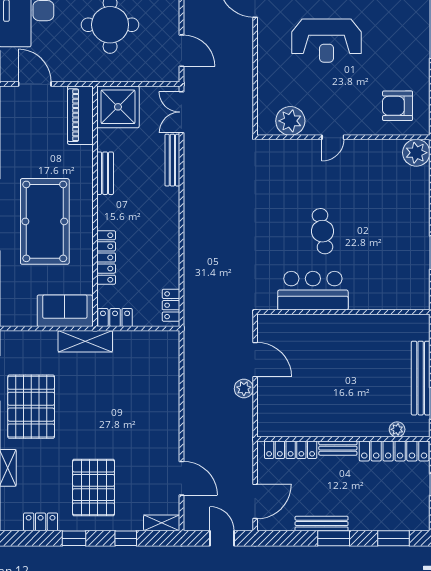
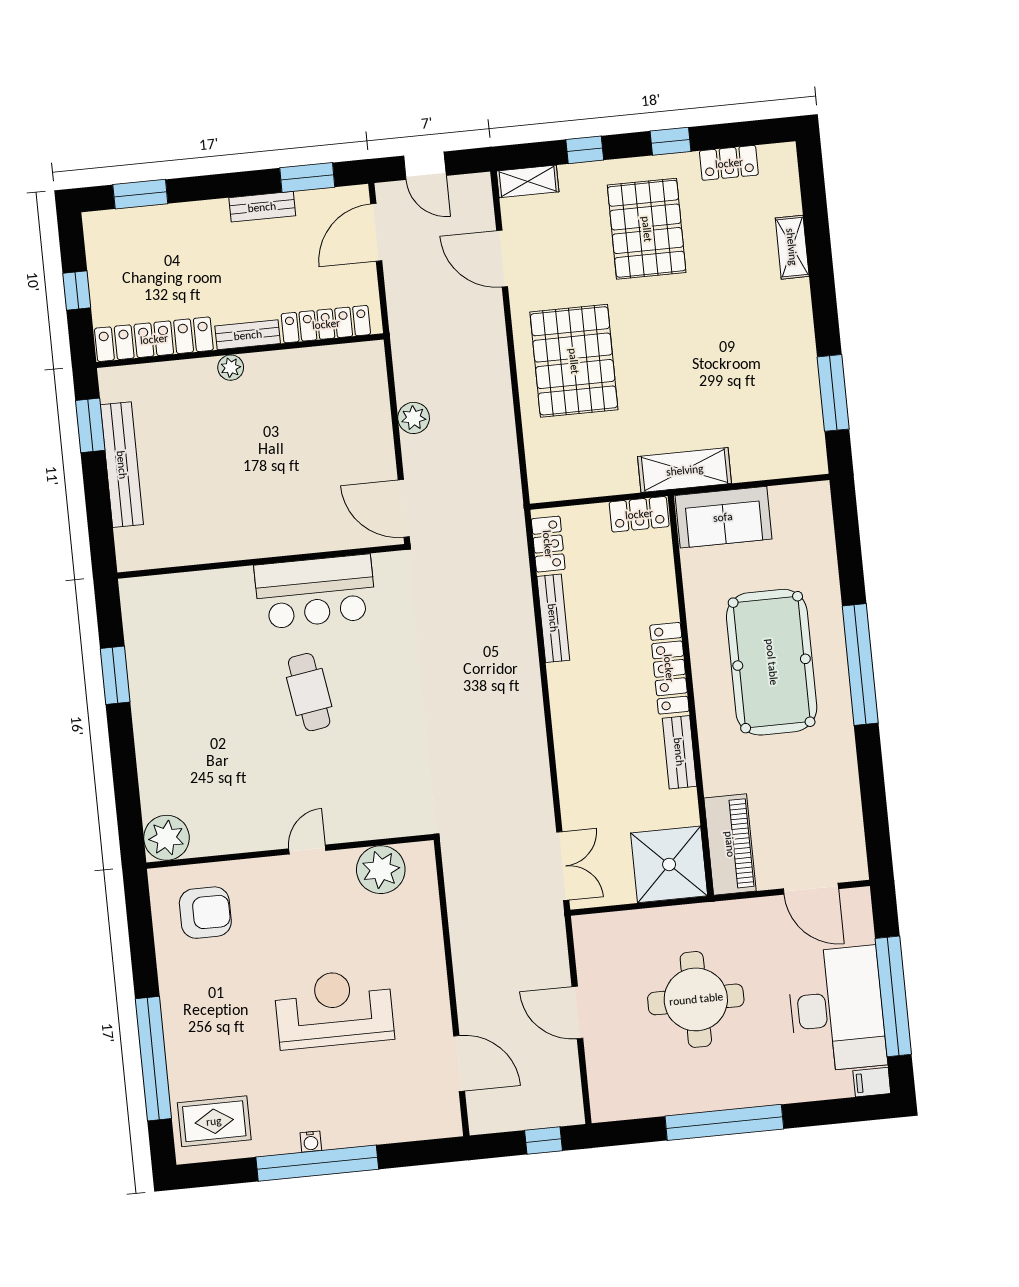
door: (182, 51) -> (577, 1012), moved
bench: (172, 160) -> (553, 618), moved
locker: (106, 257) -> (669, 668), moved
door: (255, 360) -> (404, 508), moved
pallet: (31, 407) -> (574, 361), moved
plant: (397, 429) -> (231, 368), moved
bench: (322, 524) -> (262, 207), width x0.73
window: (334, 538) -> (307, 177), moved

